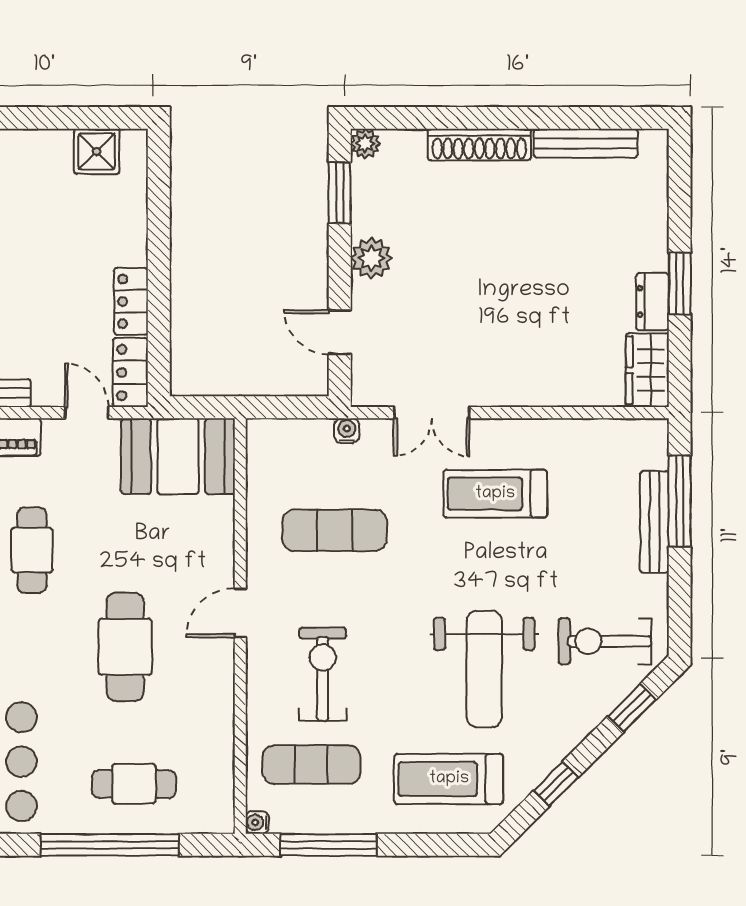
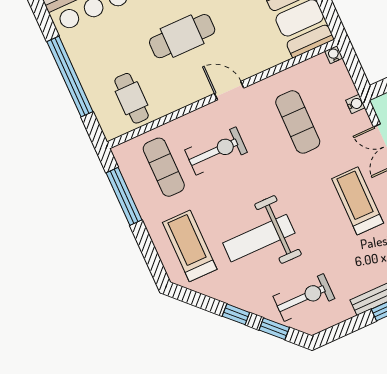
exercise bike: (605, 641) -> (304, 297), turned 90
cafe table: (134, 784) -> (132, 98), moved
window: (556, 784) -> (236, 314), moved
water cooler: (257, 822) -> (334, 55), moved

